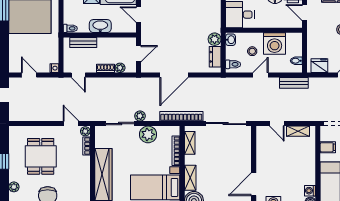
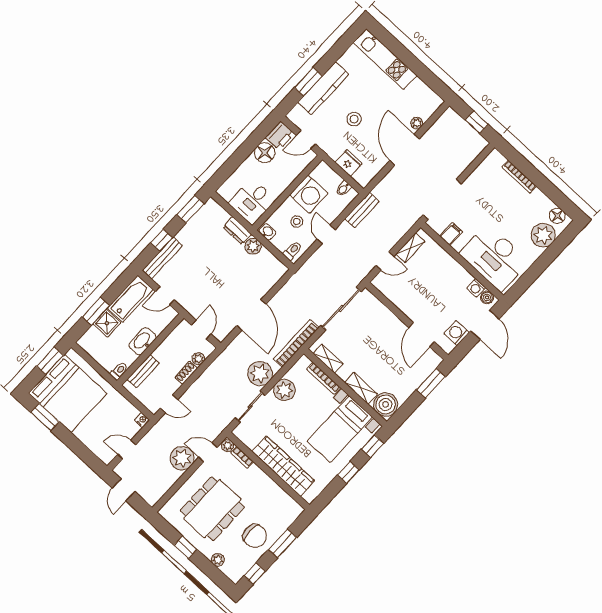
dresser: (215, 57) -> (237, 231), moved
fridge: (319, 66) -> (349, 163), moved, turned 90
plant: (54, 112) -> (182, 458), added
plant: (140, 116) -> (260, 374), width x1.87, depth x1.87
dining table: (41, 156) -> (212, 509), width x1.37

